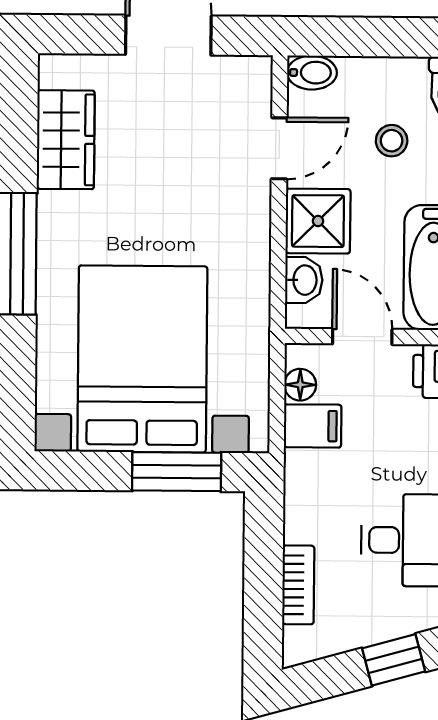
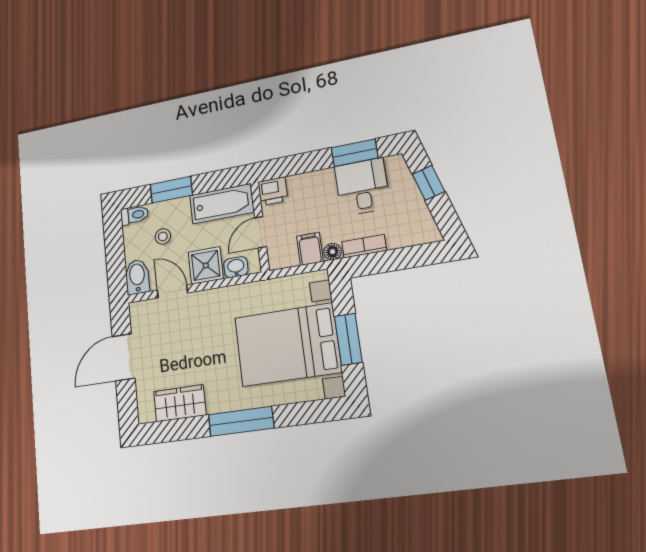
bidet: (312, 73) -> (137, 277), width x1.38, depth x1.36
floor lamp: (300, 385) -> (333, 252), moved
window: (177, 472) -> (348, 339), moved
bookcase: (298, 585) -> (364, 246), moved

